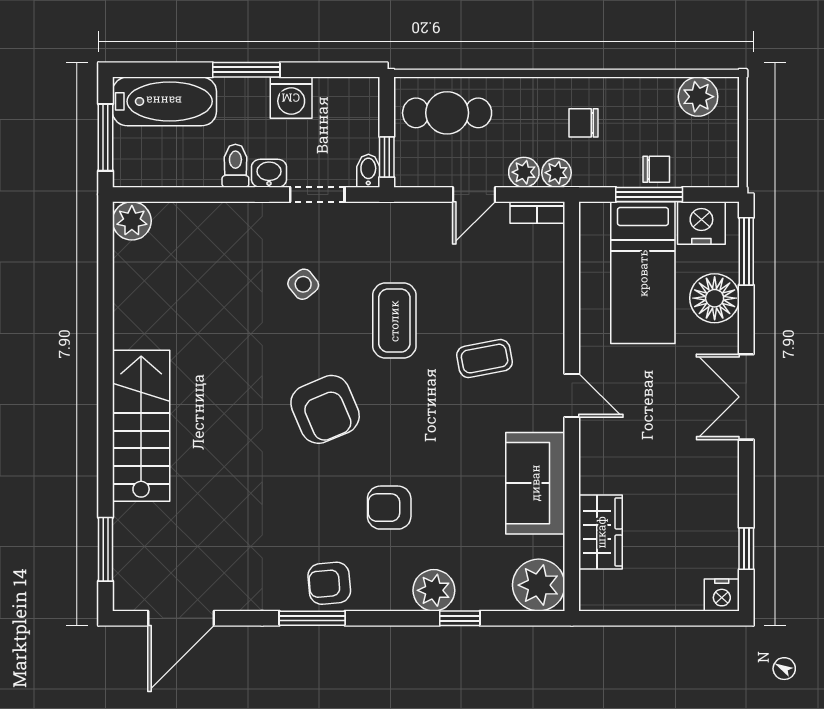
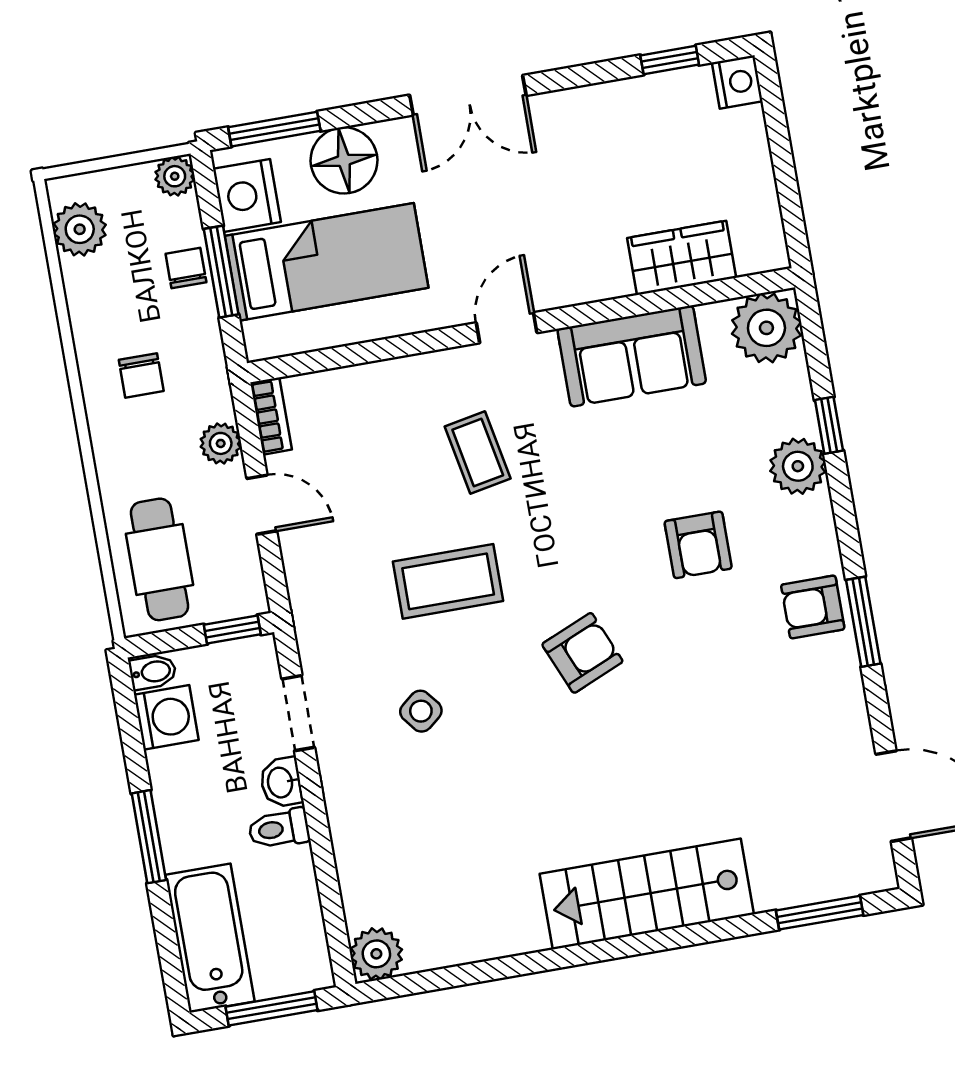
washing machine: (291, 98) -> (166, 717), moved
bidet: (368, 171) -> (153, 672), moved, turned 180
plant: (556, 173) -> (175, 176), moved
armchair: (325, 409) -> (582, 653), width x0.72, depth x0.72
armchair: (329, 583) -> (813, 607), turned 95

